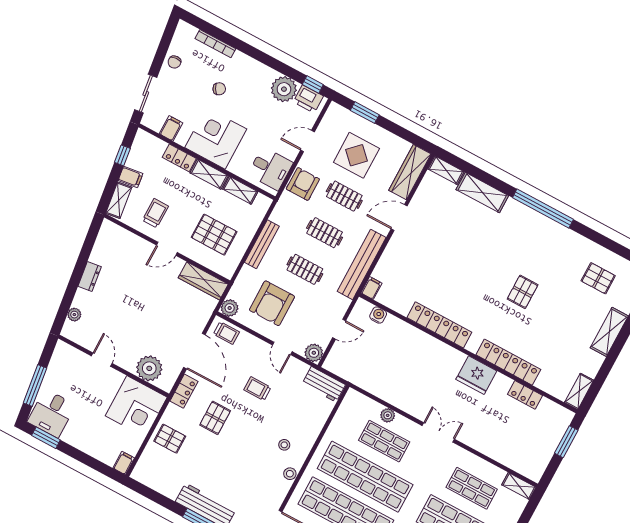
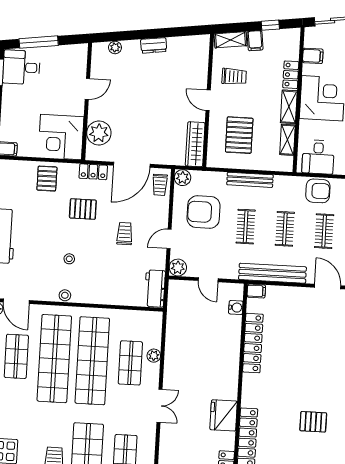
locker: (439, 325) -> (253, 343), moved
stool: (284, 445) -> (69, 259), moved

